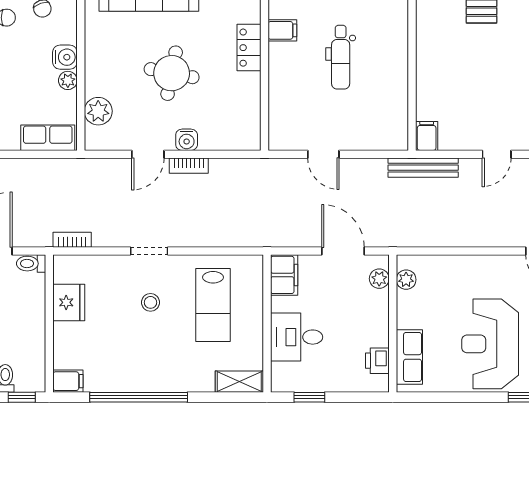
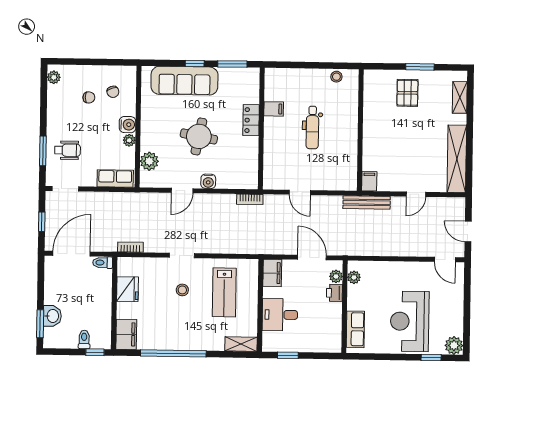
bookcase: (189, 166) -> (250, 199), moved
printer: (377, 361) -> (334, 293), moved
filing cabinet: (68, 381) -> (126, 334), width x2.00

